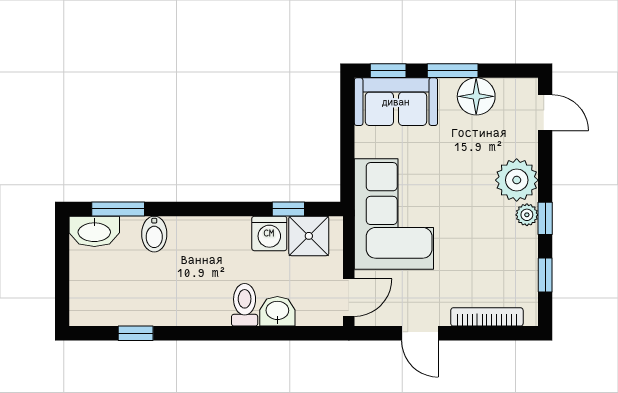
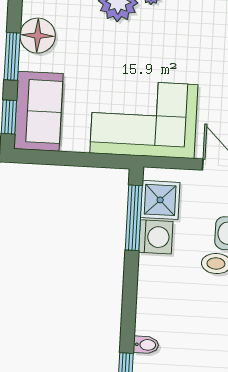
window: (288, 209) -> (134, 218), width x2.17
bidet: (154, 234) -> (146, 345), width x0.72, depth x0.74

